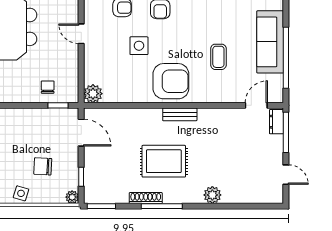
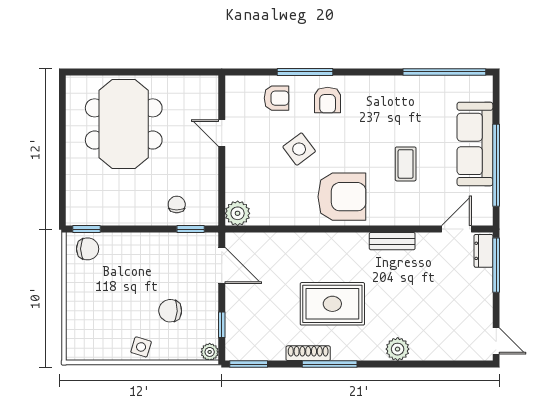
side table: (139, 46) -> (299, 149), turned -37
bench: (180, 114) -> (392, 241), moved
door: (286, 175) -> (496, 341), moved

